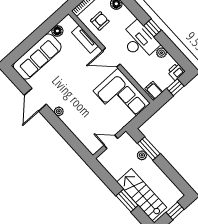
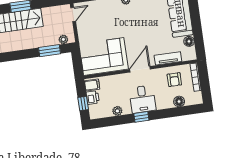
desk: (139, 41) -> (143, 99), width x0.73
printer: (176, 72) -> (93, 98), moved
door: (111, 142) -> (73, 15), moved
plant: (142, 155) -> (63, 39), moved

